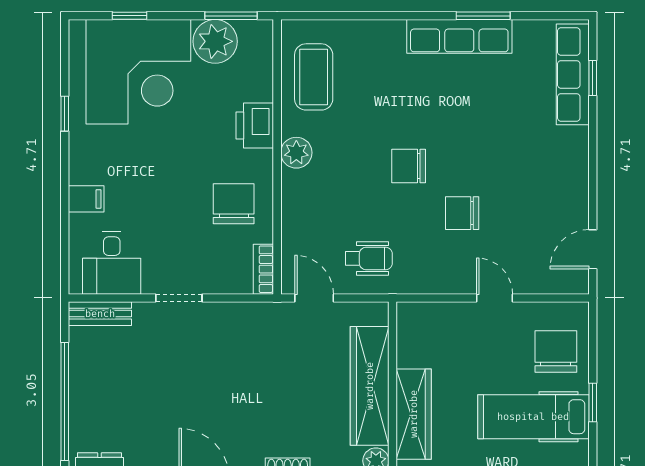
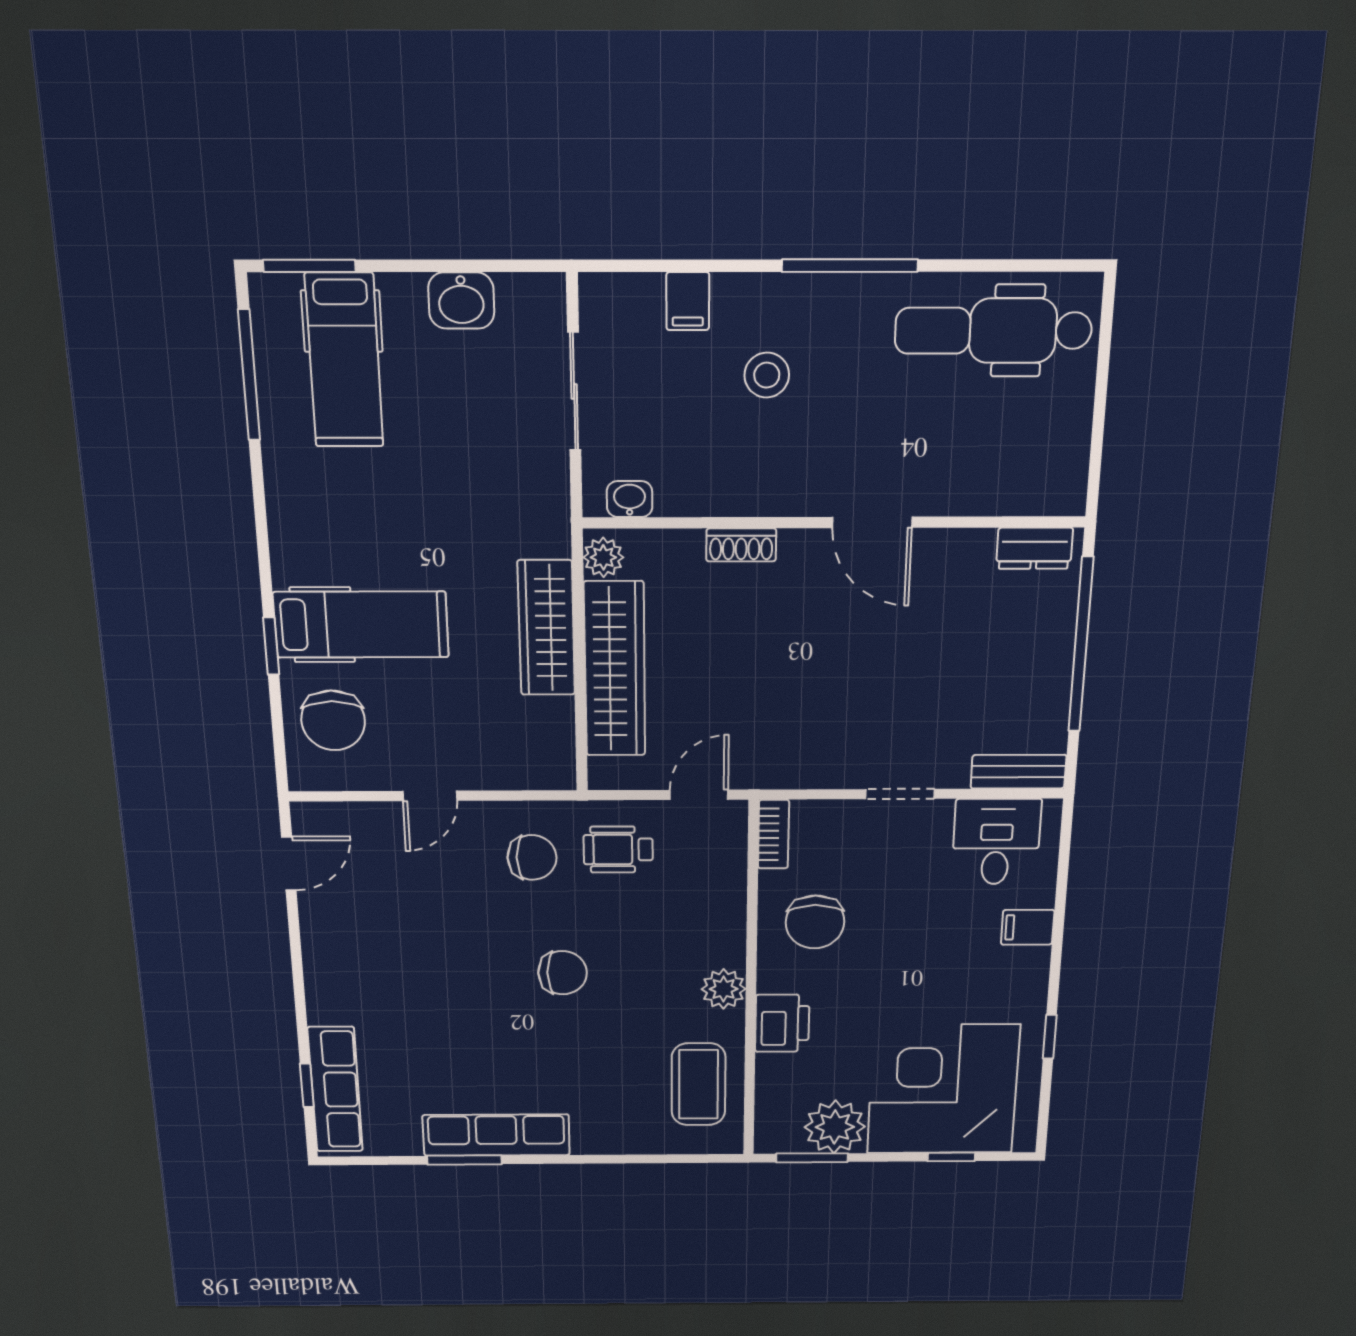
chair: (462, 213) -> (532, 857), moved
door: (314, 298) -> (699, 795), swing flipped
door: (495, 298) -> (430, 796), hinge flipped

